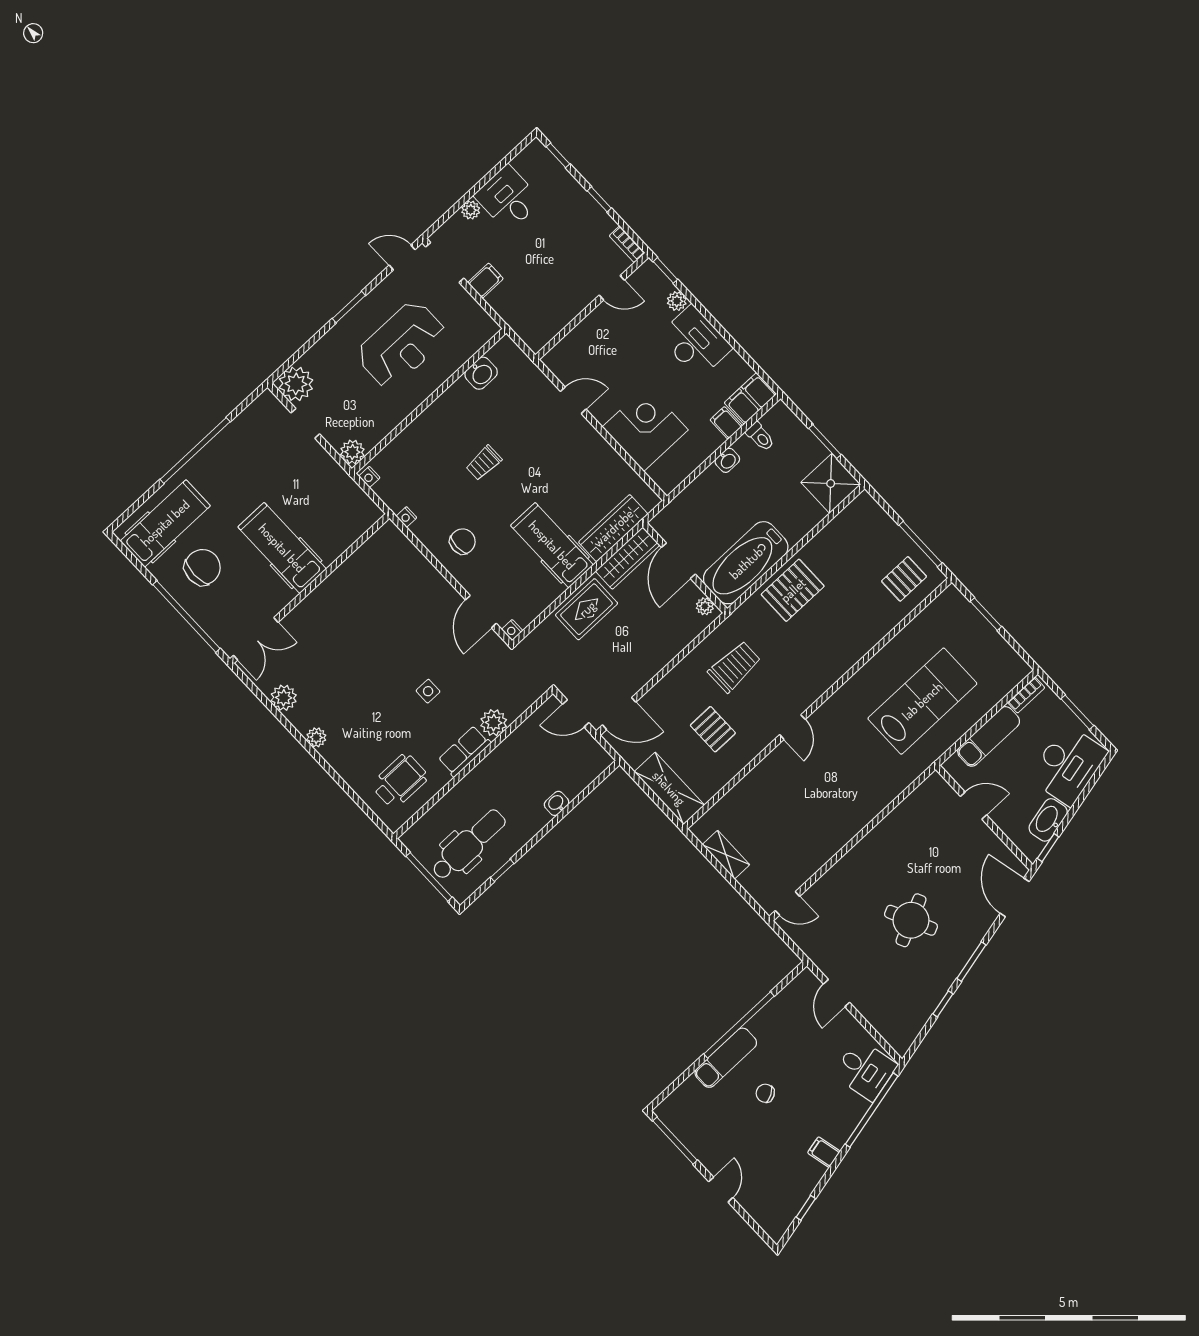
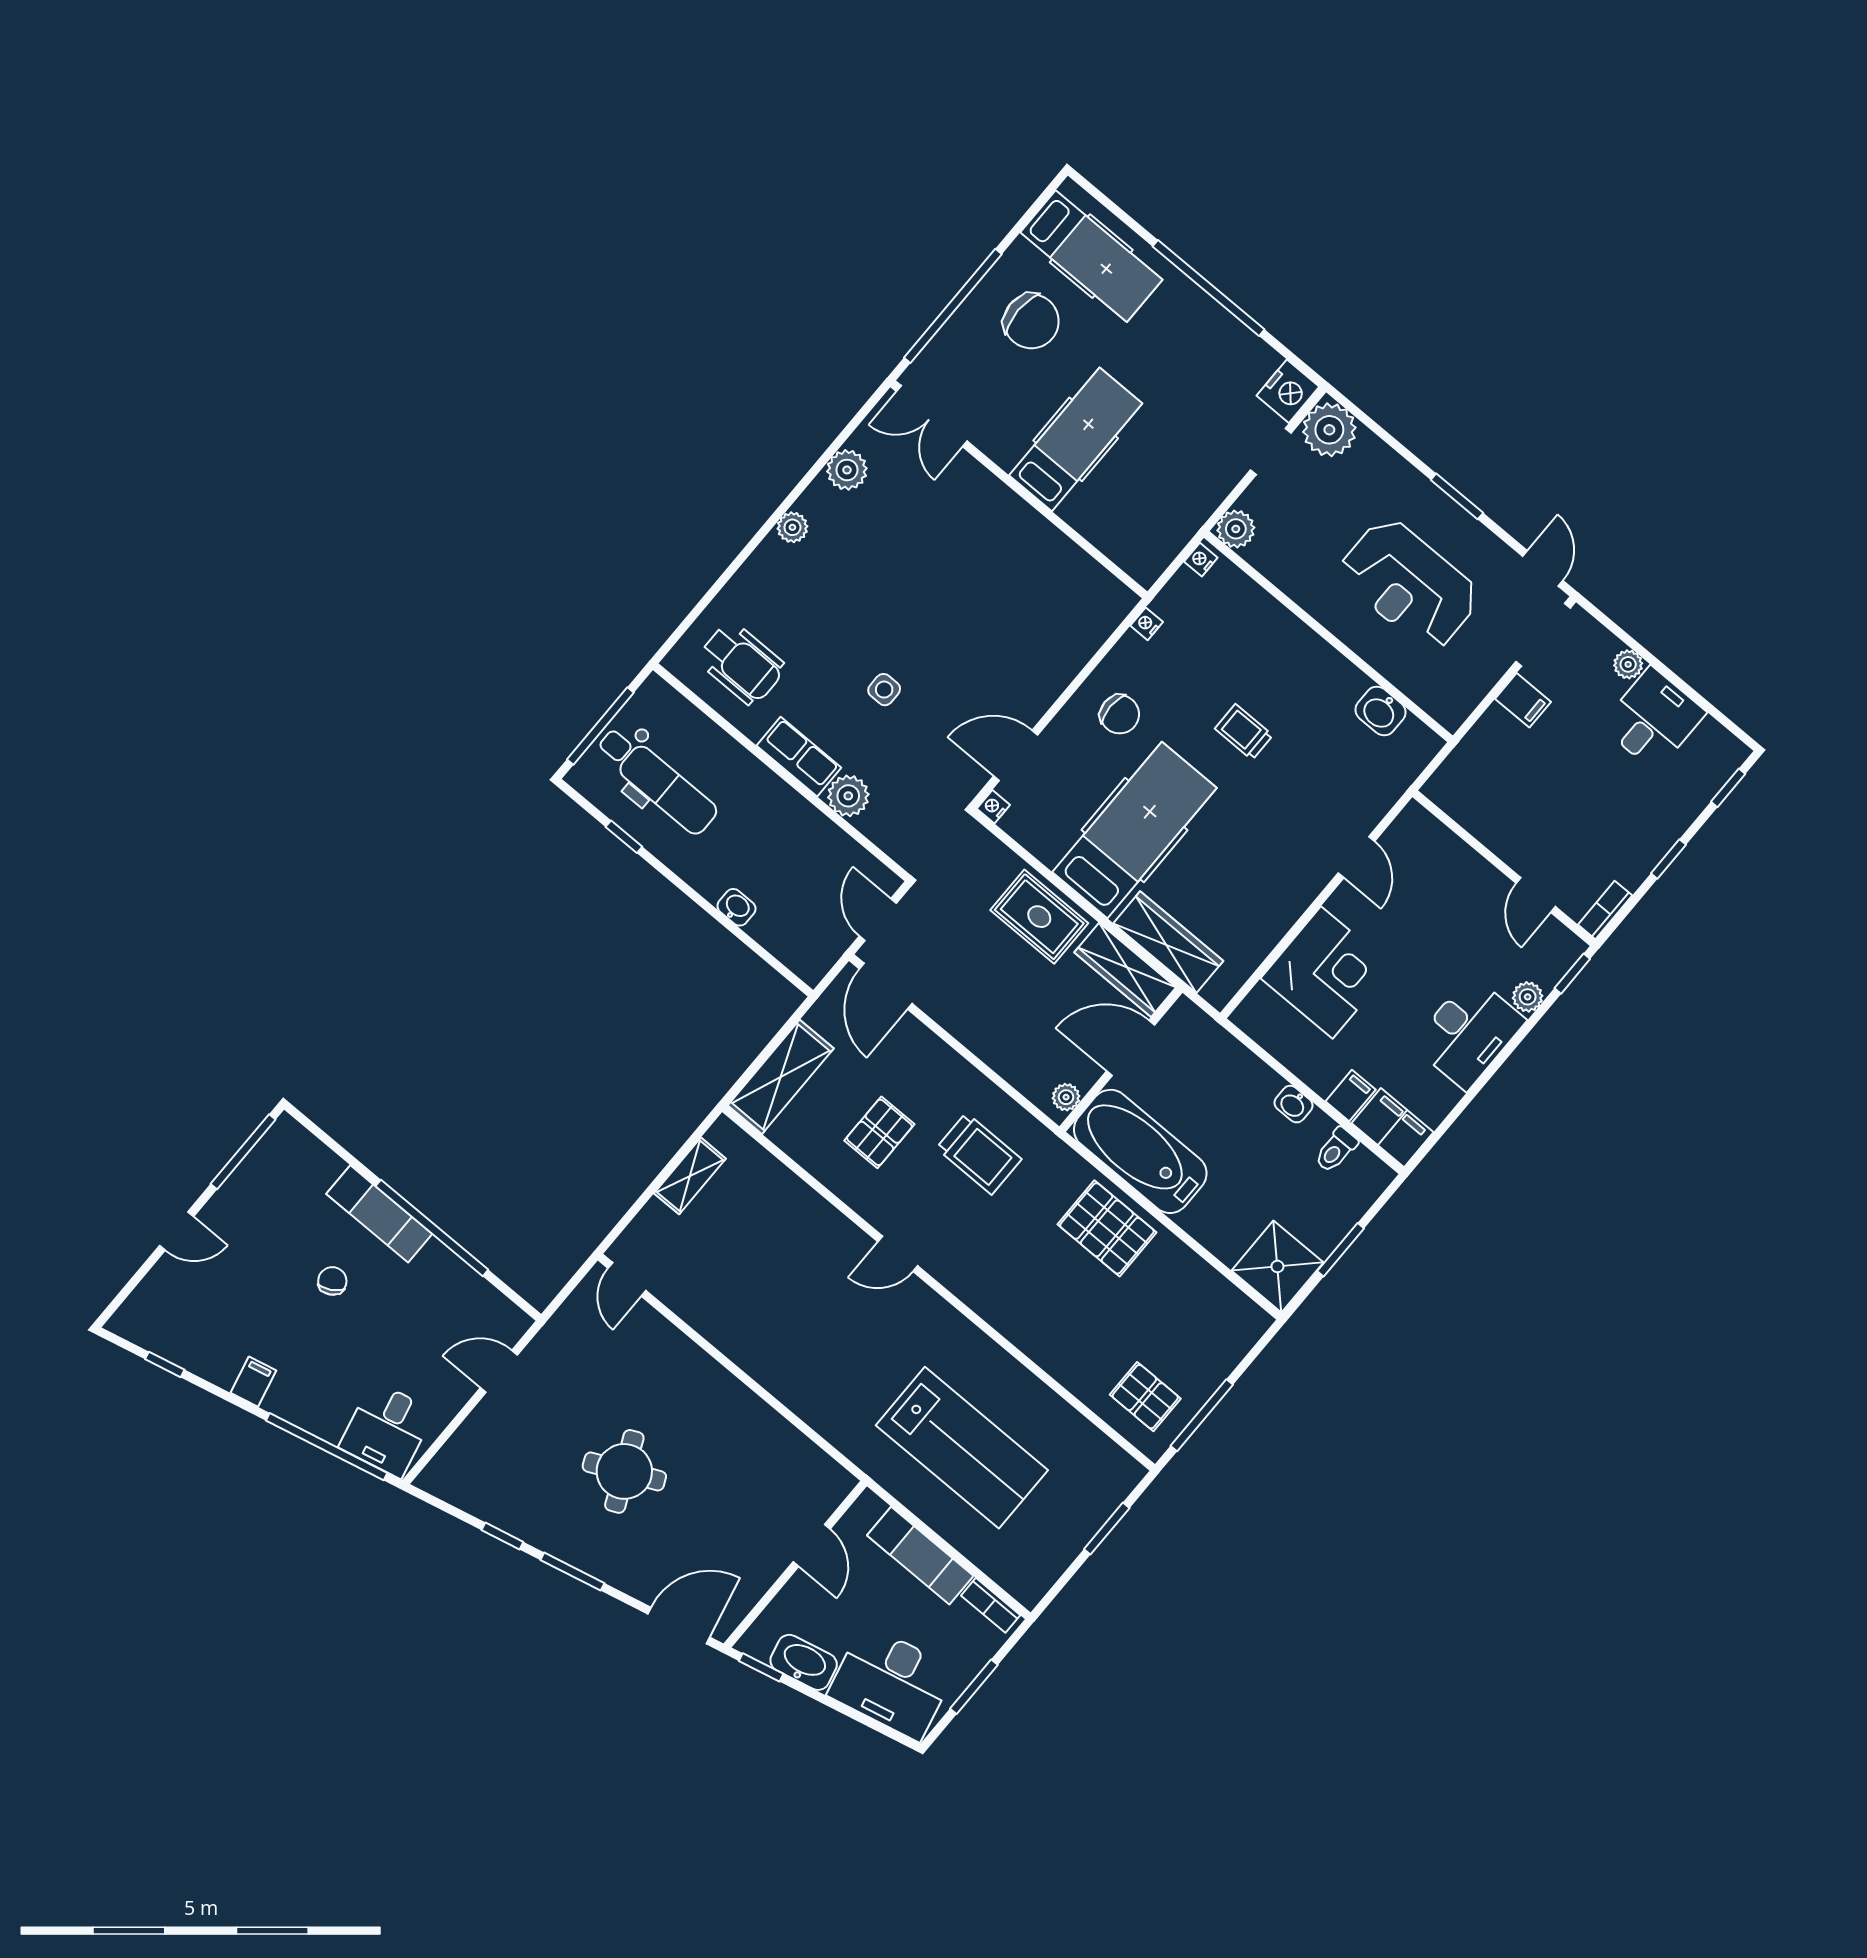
nightstand: (268, 408) -> (1288, 391), added
hospital bed: (552, 545) -> (1135, 830), width x1.37, depth x1.29

